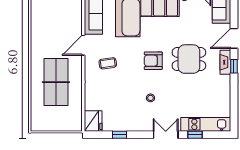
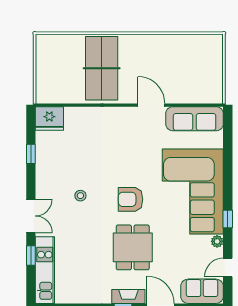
armchair: (153, 61) -> (131, 199), turned -90
coffee table: (108, 63) -> (127, 138), removed
table tennis table: (56, 82) -> (102, 68), turned 90

